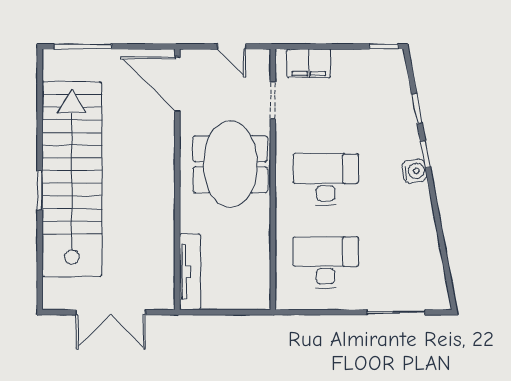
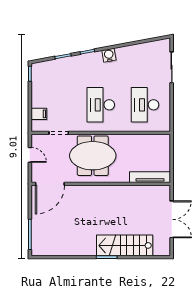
door: (232, 46) -> (30, 155), hinge flipped
filing cabinet: (309, 63) -> (39, 114), width x0.50
water cooler: (415, 171) -> (109, 55), moved
stairs: (72, 179) -> (125, 245), width x0.54, depth x0.66

